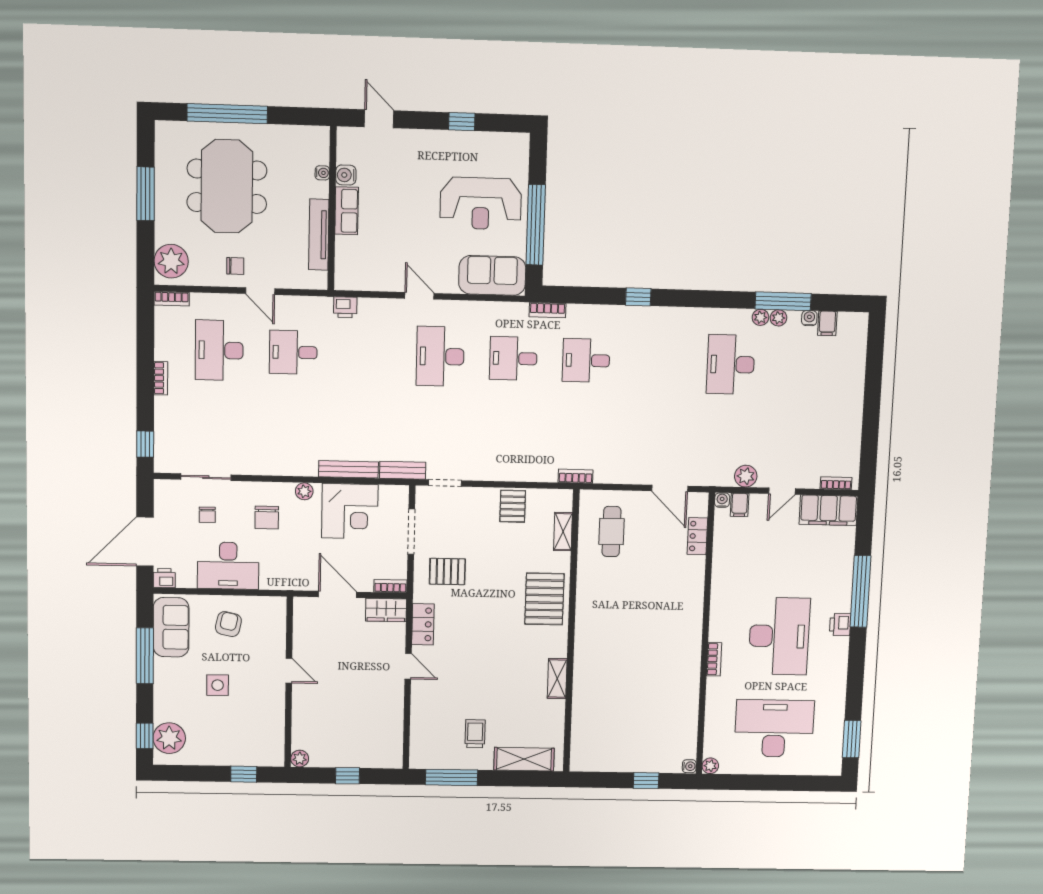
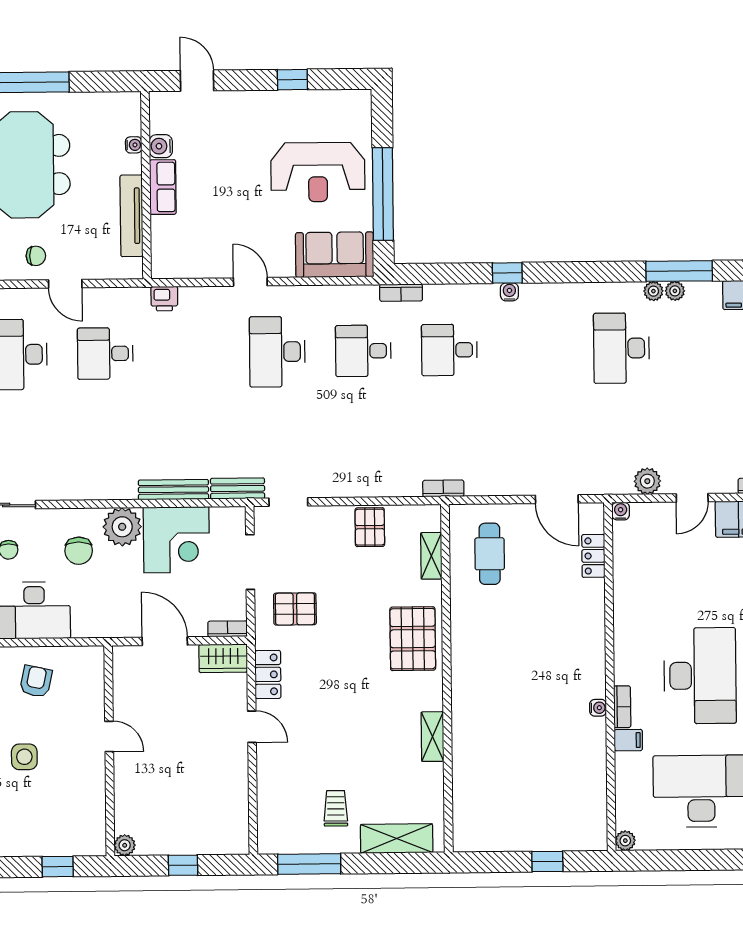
water cooler: (809, 318) -> (509, 292), moved
plant: (304, 491) -> (122, 527), width x1.87, depth x1.87
filing cabinet: (740, 505) -> (628, 740), moved, turned -90
water cooler: (689, 766) -> (598, 708), moved

